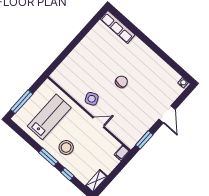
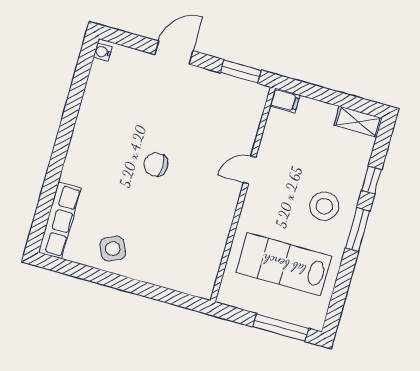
side table: (92, 99) -> (113, 249), moved
door: (98, 122) -> (250, 170), hinge flipped

